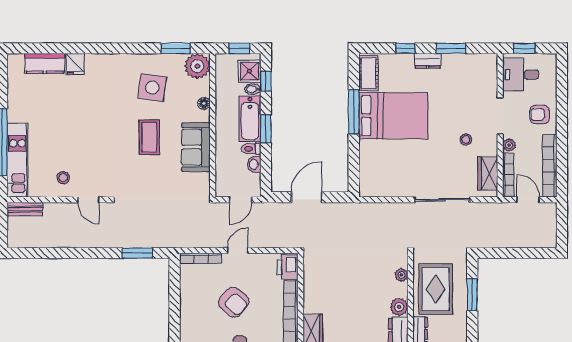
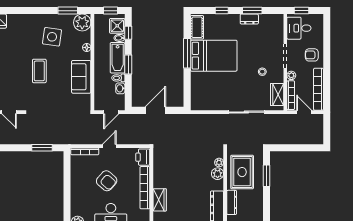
dresser: (428, 61) -> (249, 19), moved
coffee table: (149, 137) -> (39, 71), moved
plant: (399, 307) -> (218, 174), moved

